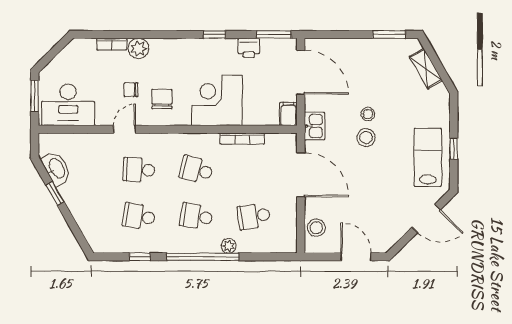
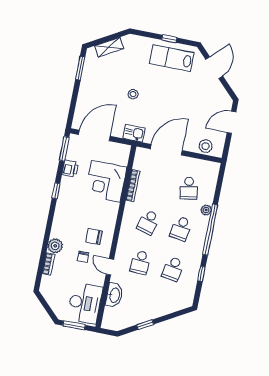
corner desk: (217, 100) -> (106, 181), moved
filing cabinet: (288, 114) -> (122, 150), removed
stool: (366, 138) -> (149, 99), removed
washbasin: (56, 168) -> (114, 295), moved, turned 120

